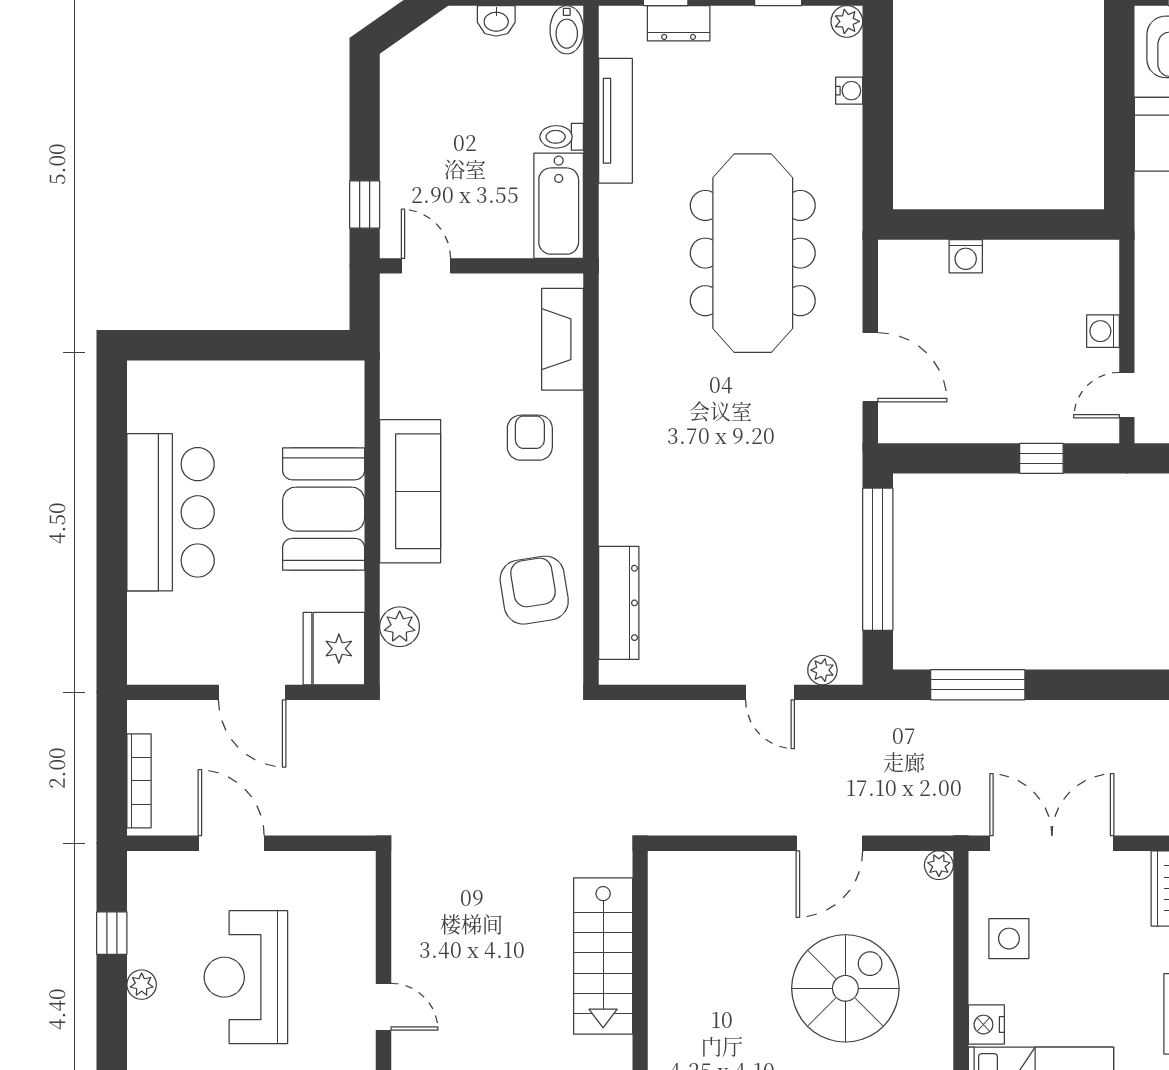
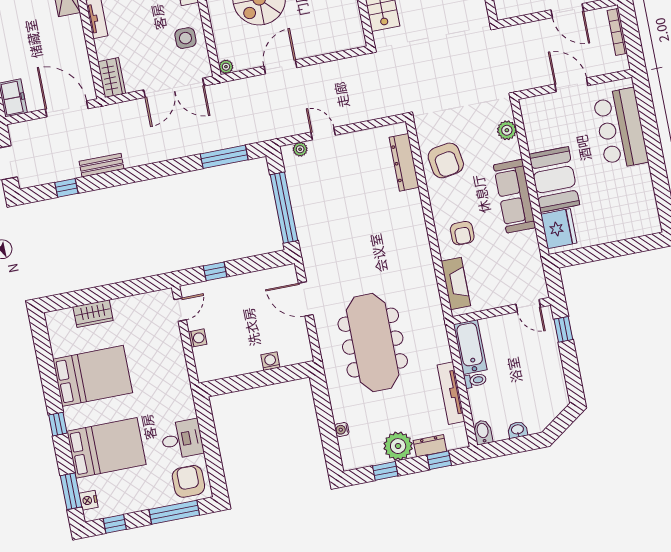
plant: (847, 21) -> (398, 446), moved, width x1.88, depth x1.88
bar counter: (171, 512) -> (621, 129), moved
fridge: (334, 649) -> (559, 229), moved

